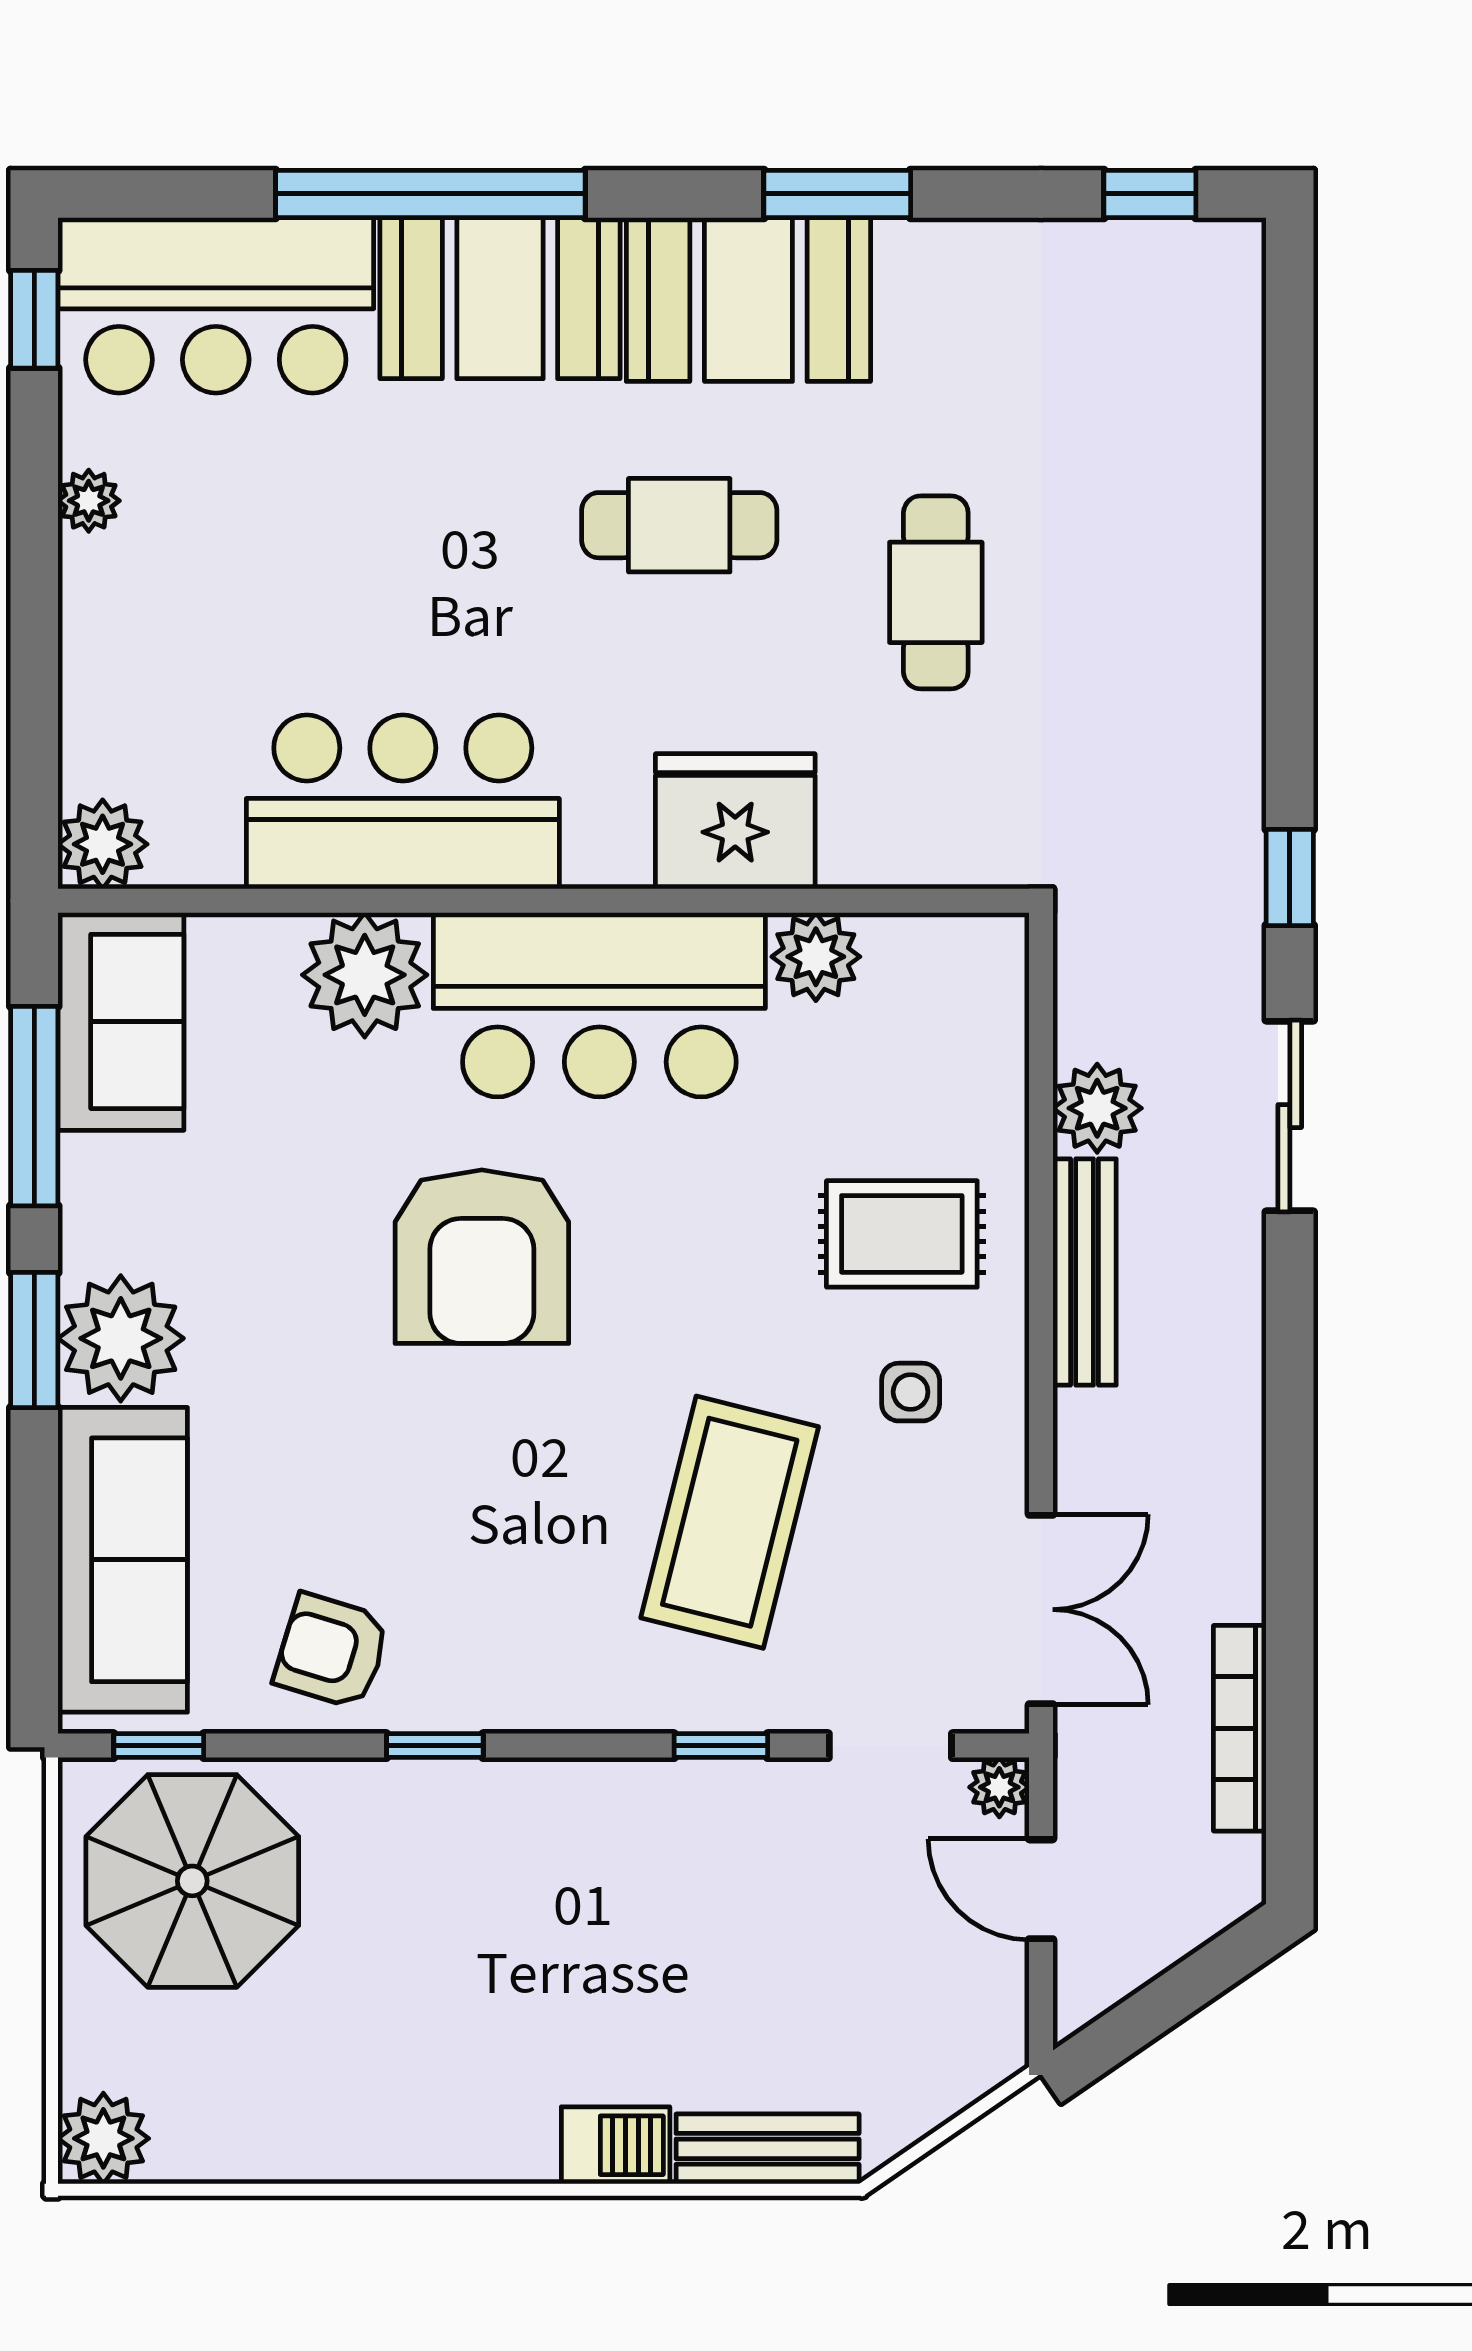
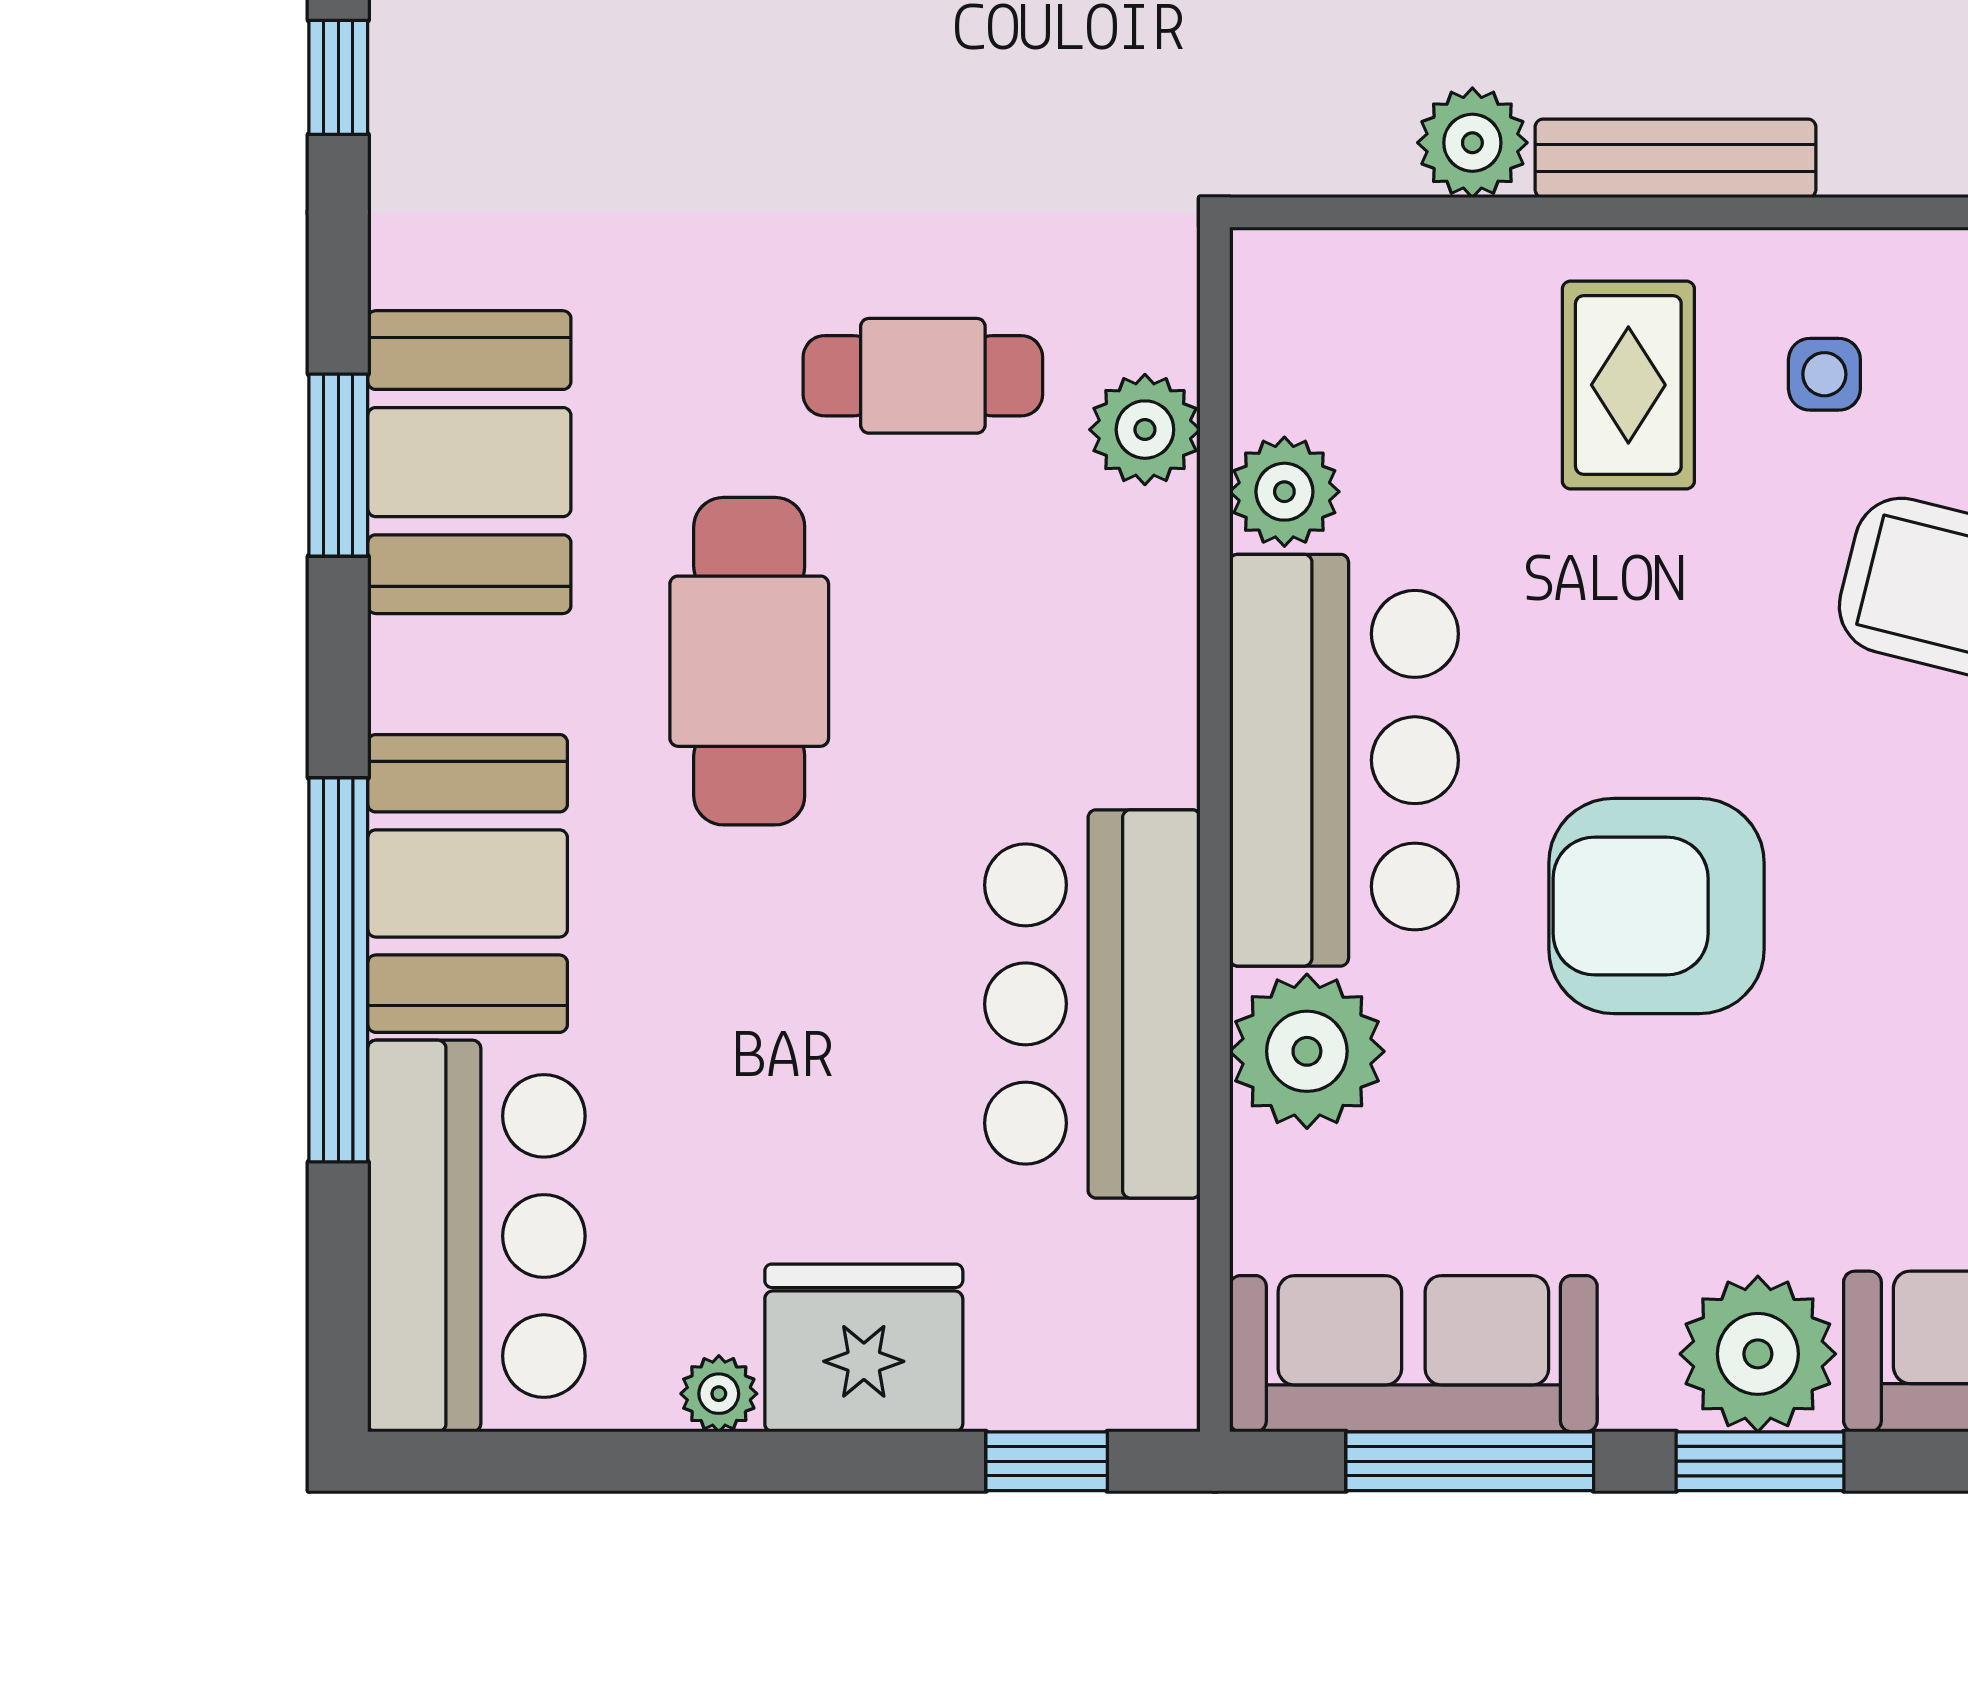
booth: (748, 300) -> (469, 462), moved
window: (34, 319) -> (1047, 1461), moved
cafe table: (679, 525) -> (749, 661), width x1.37, depth x1.35
cafe table: (936, 592) -> (923, 376), moved
fridge: (735, 821) -> (864, 1348), moved, turned 90
plant: (103, 844) -> (1145, 430), moved
sofa: (121, 1021) -> (1413, 1354), width x1.36
armchair: (482, 1257) -> (1656, 906), turned 180

